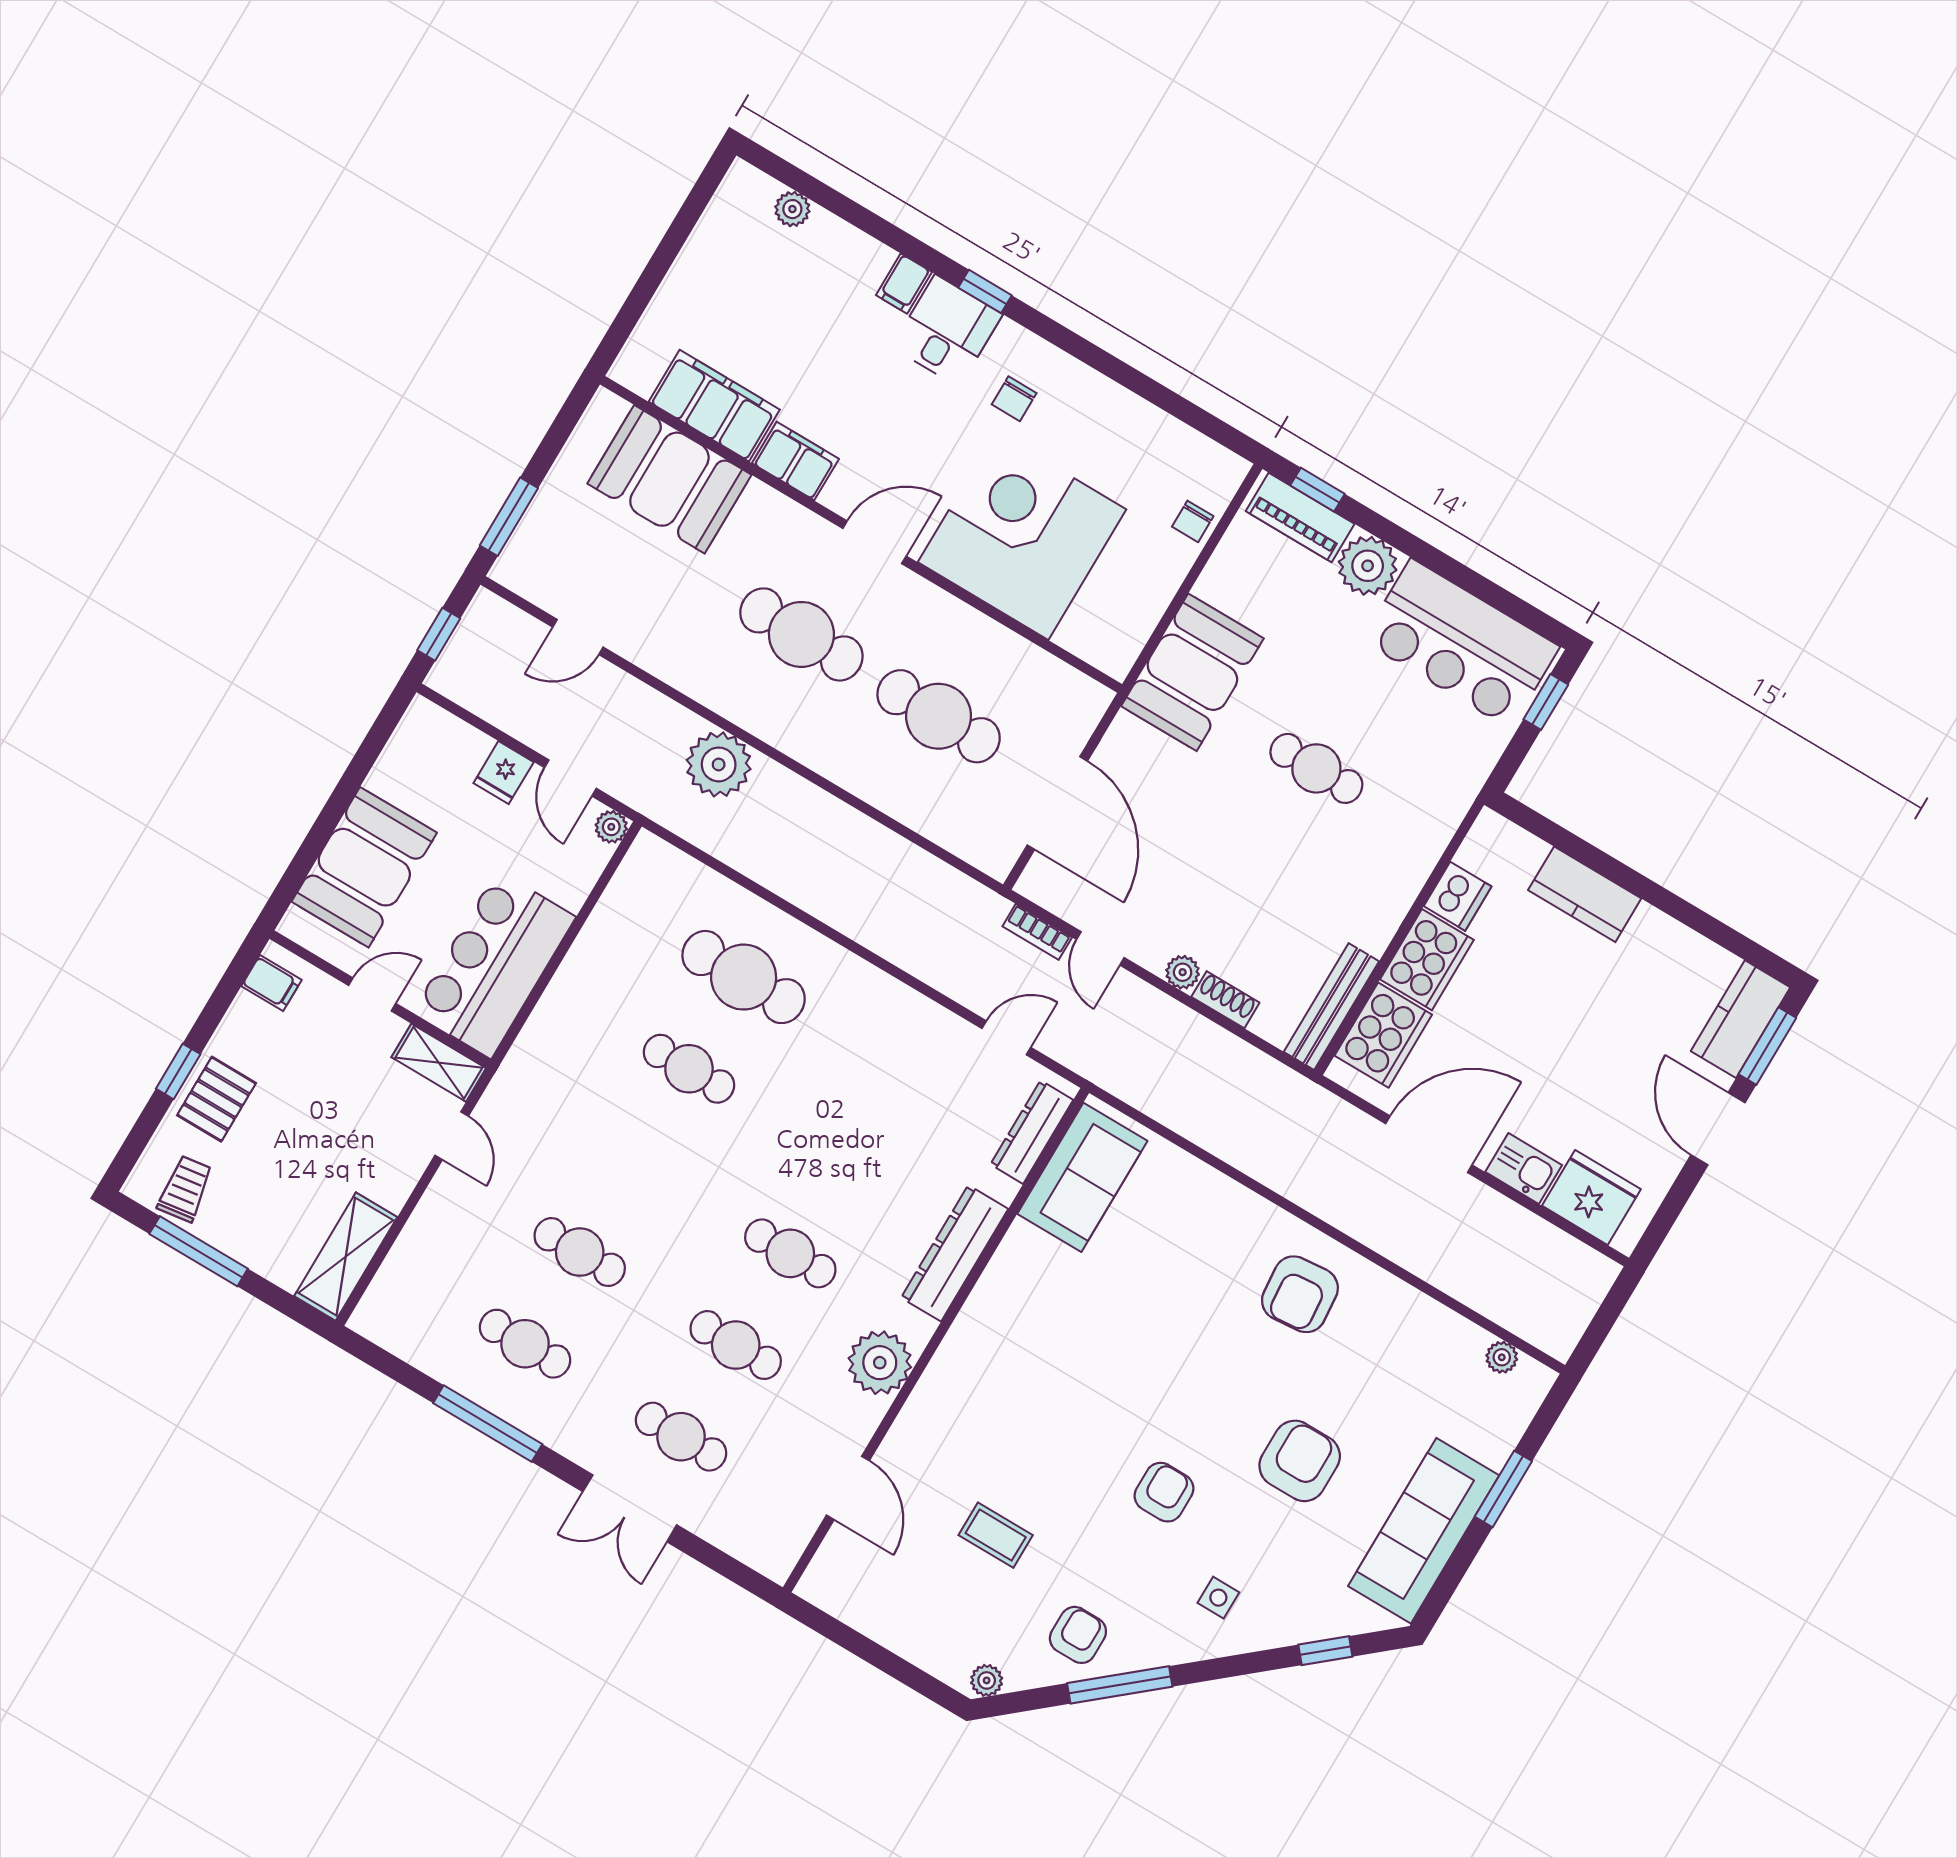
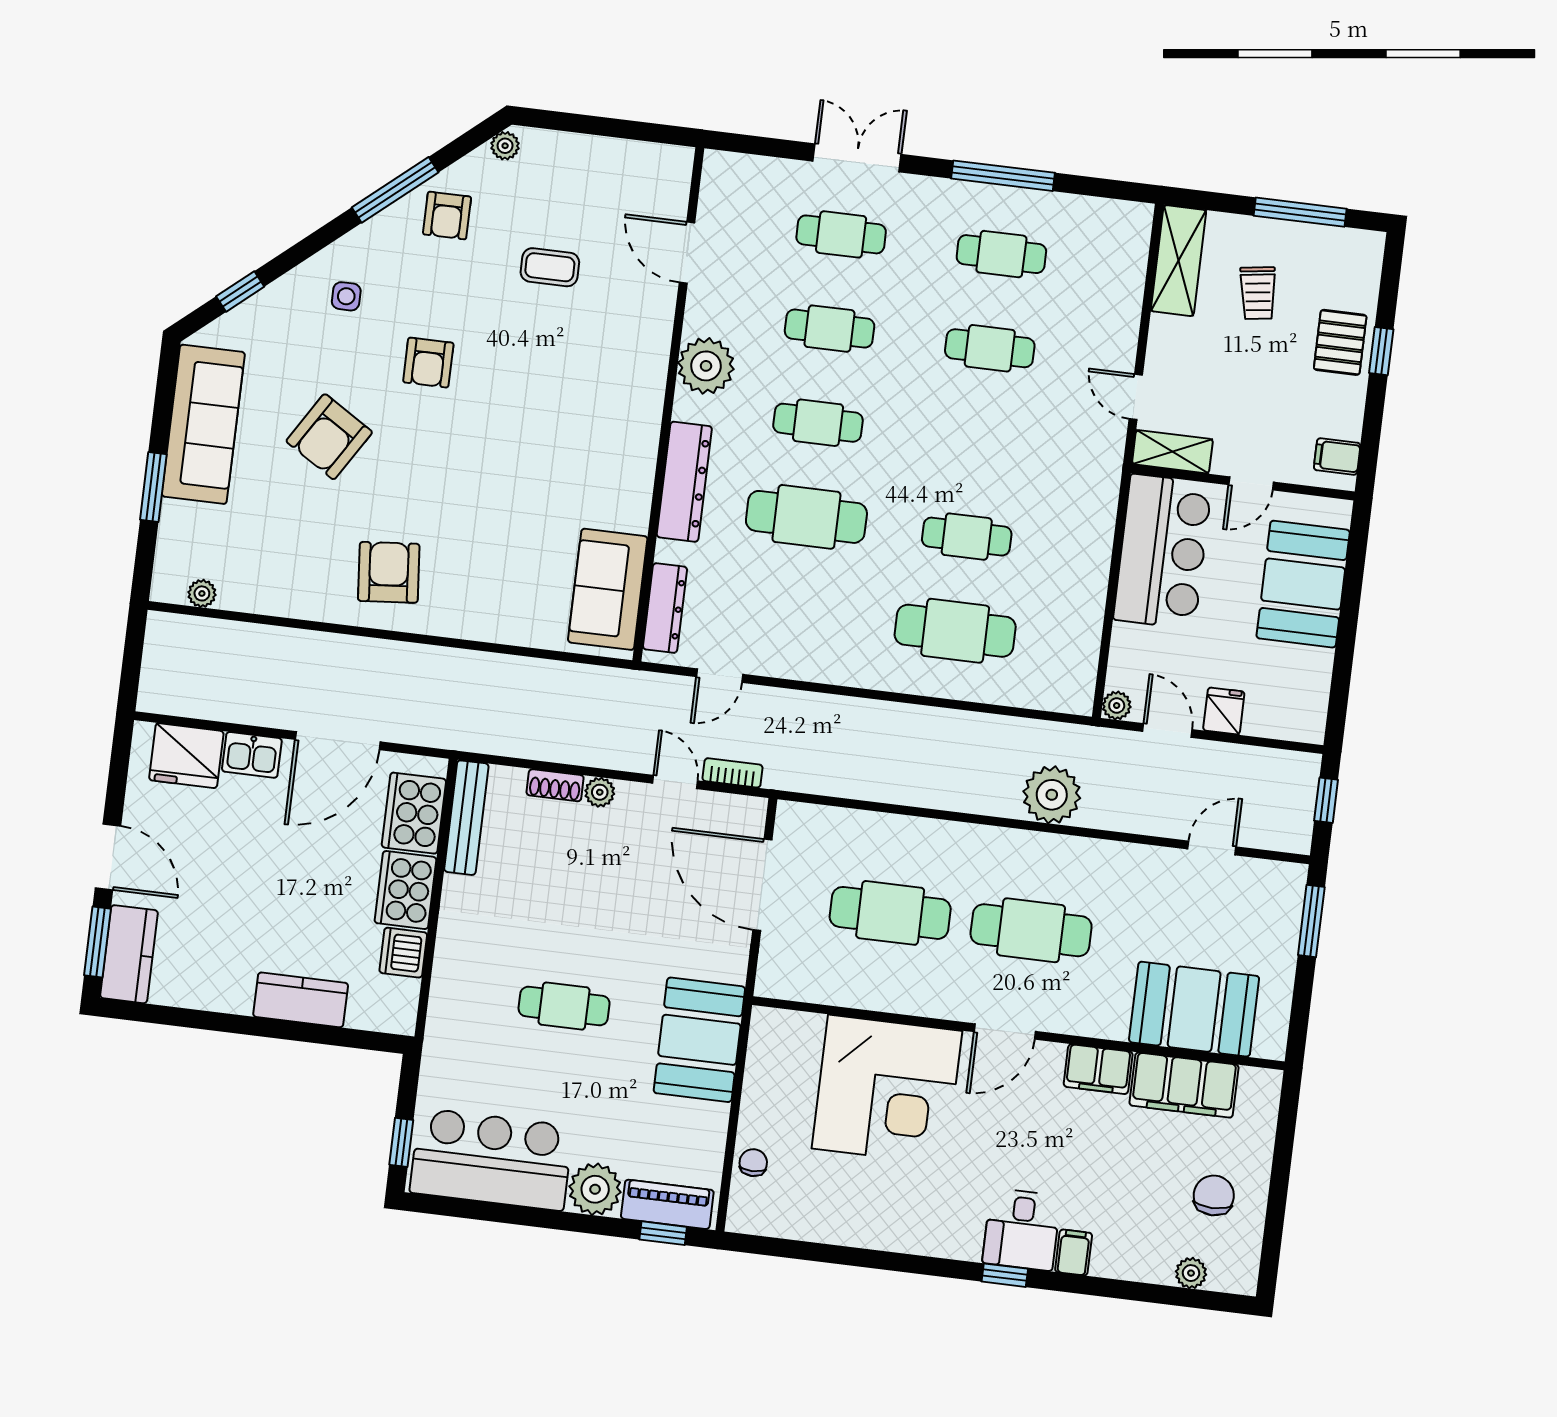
chair: (1014, 399) -> (1214, 1195), moved, width x1.37, depth x1.37
cafe table: (845, 1162) -> (806, 517), added
trolley: (185, 1189) -> (1258, 293), moved
armchair: (1300, 1461) -> (329, 437), turned 32

